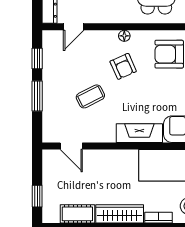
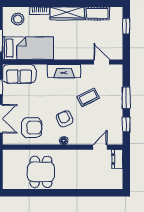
fireplace: (139, 133) -> (64, 71), moved

